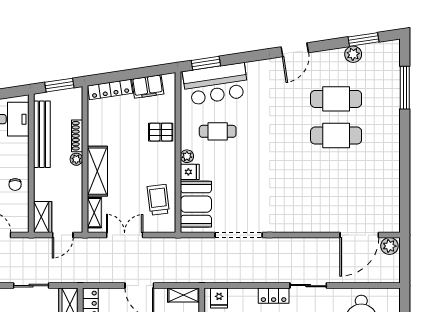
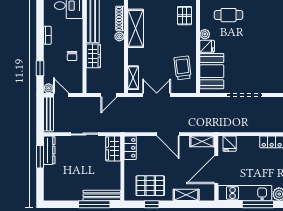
pallet: (161, 132) -> (185, 16), turned 90
shelving: (97, 171) -> (136, 28), moved
wardrobe: (43, 217) -> (93, 56), moved

